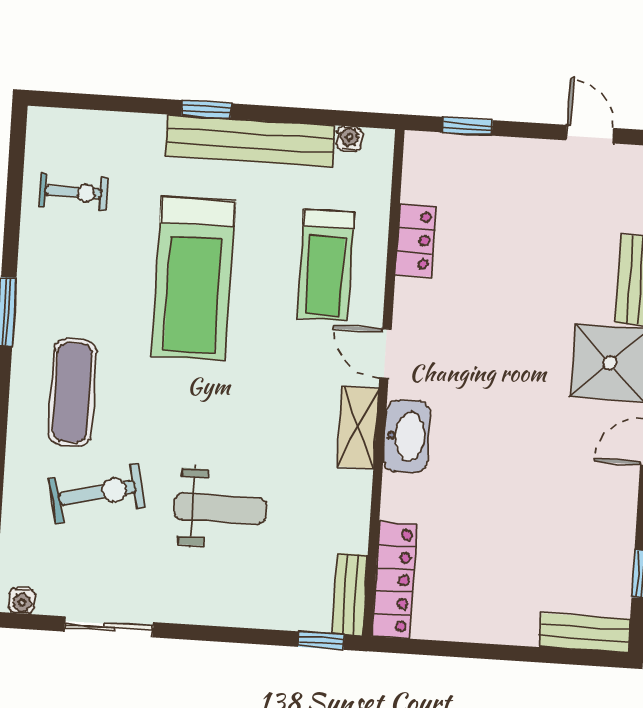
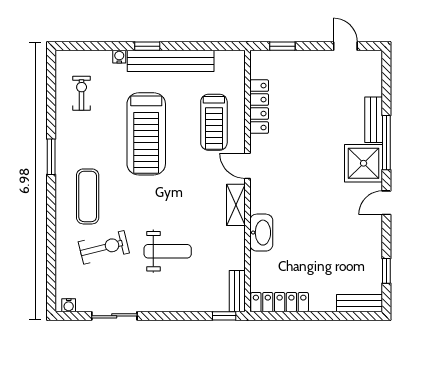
water cooler: (349, 139) -> (119, 57), moved
exercise bike: (74, 192) -> (82, 93), turned -90
locker: (415, 240) -> (259, 107), width x1.53
washbasin: (407, 436) -> (261, 233), moved
locker: (394, 580) -> (280, 302), moved, turned -90

